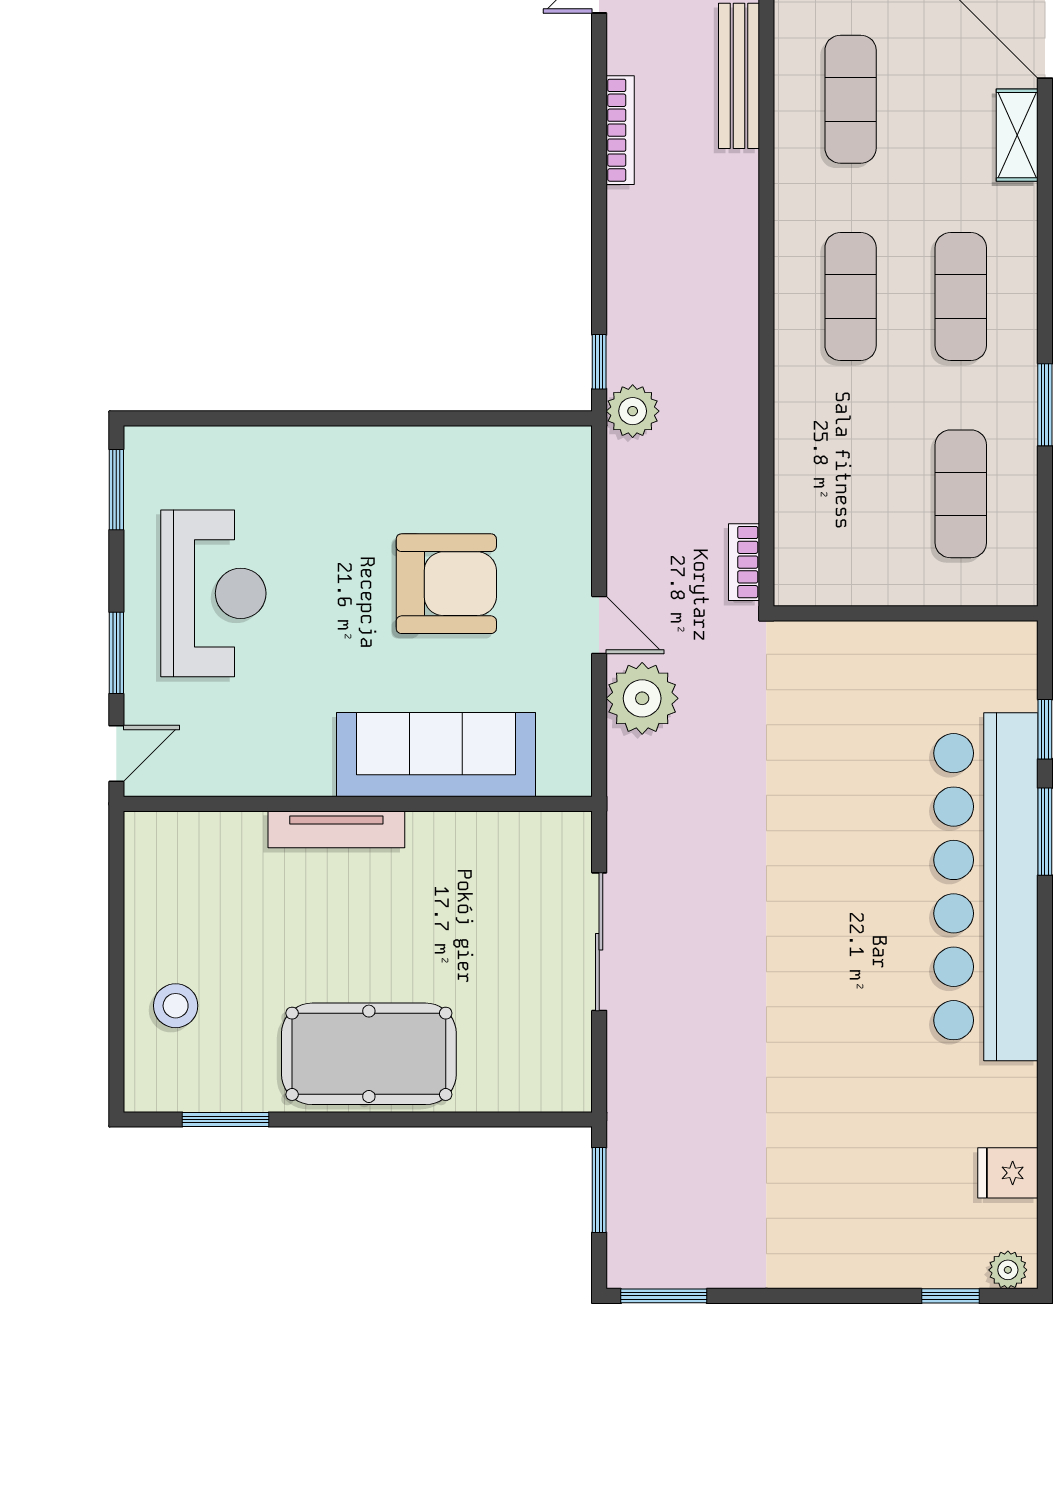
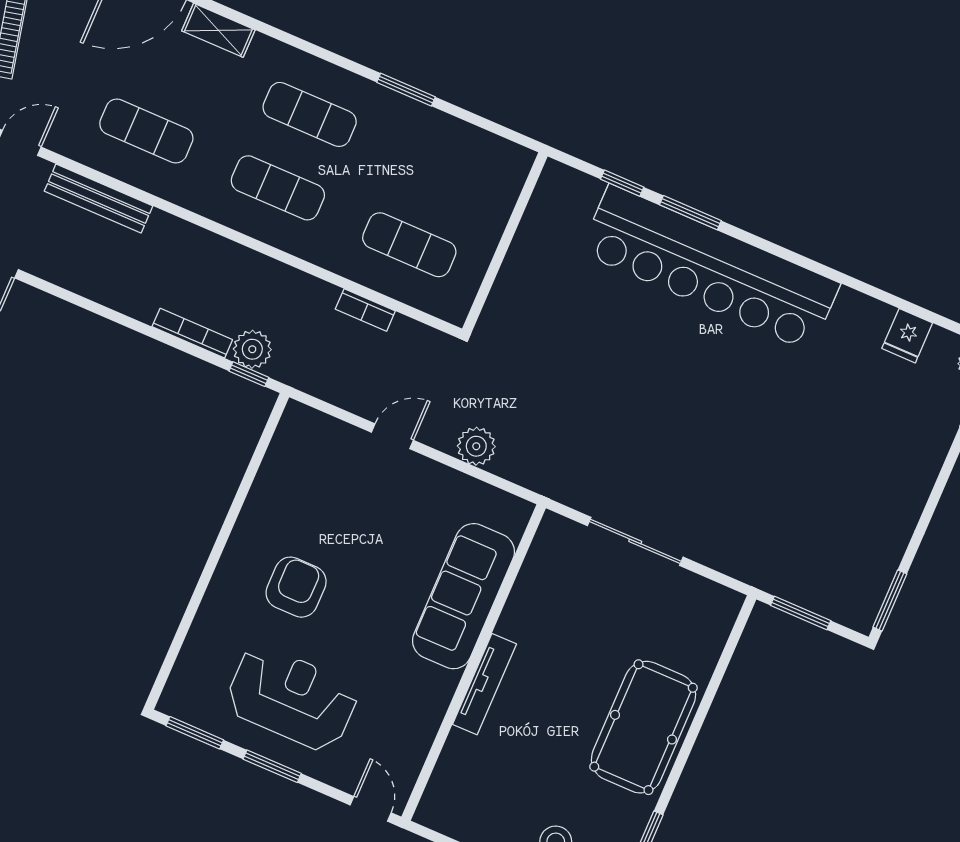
bookcase: (620, 130) -> (192, 333), moved
plant: (633, 411) -> (252, 349), moved
exercise mat: (961, 494) -> (409, 245), moved
bookcase: (744, 562) -> (365, 310), moved
armchair: (446, 584) -> (296, 587), moved, width x0.73, depth x0.73
door: (599, 625) -> (392, 436), moved
window: (116, 653) -> (272, 766), moved
plant: (642, 698) -> (476, 446), width x0.73, depth x0.73

